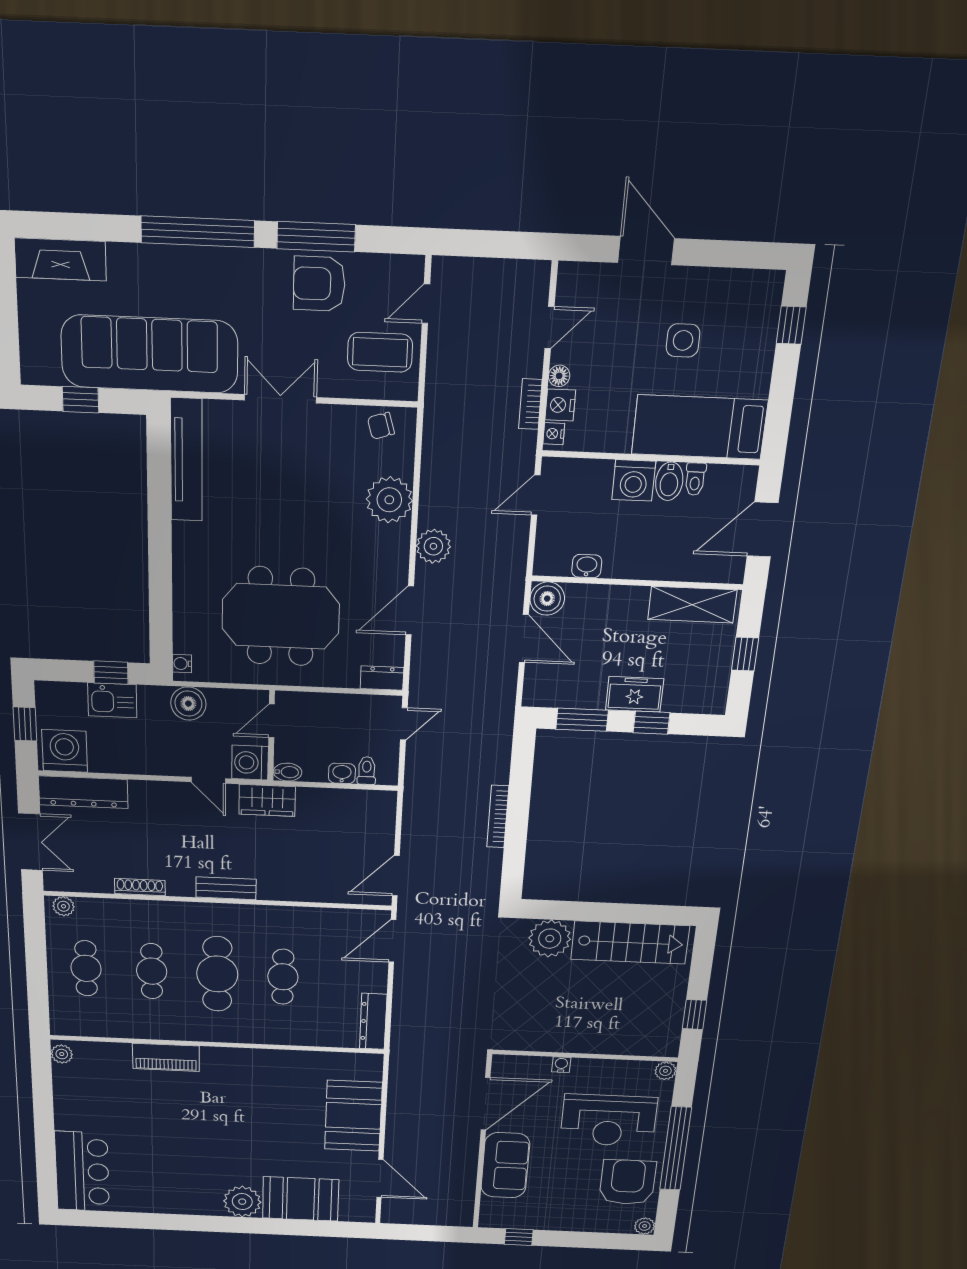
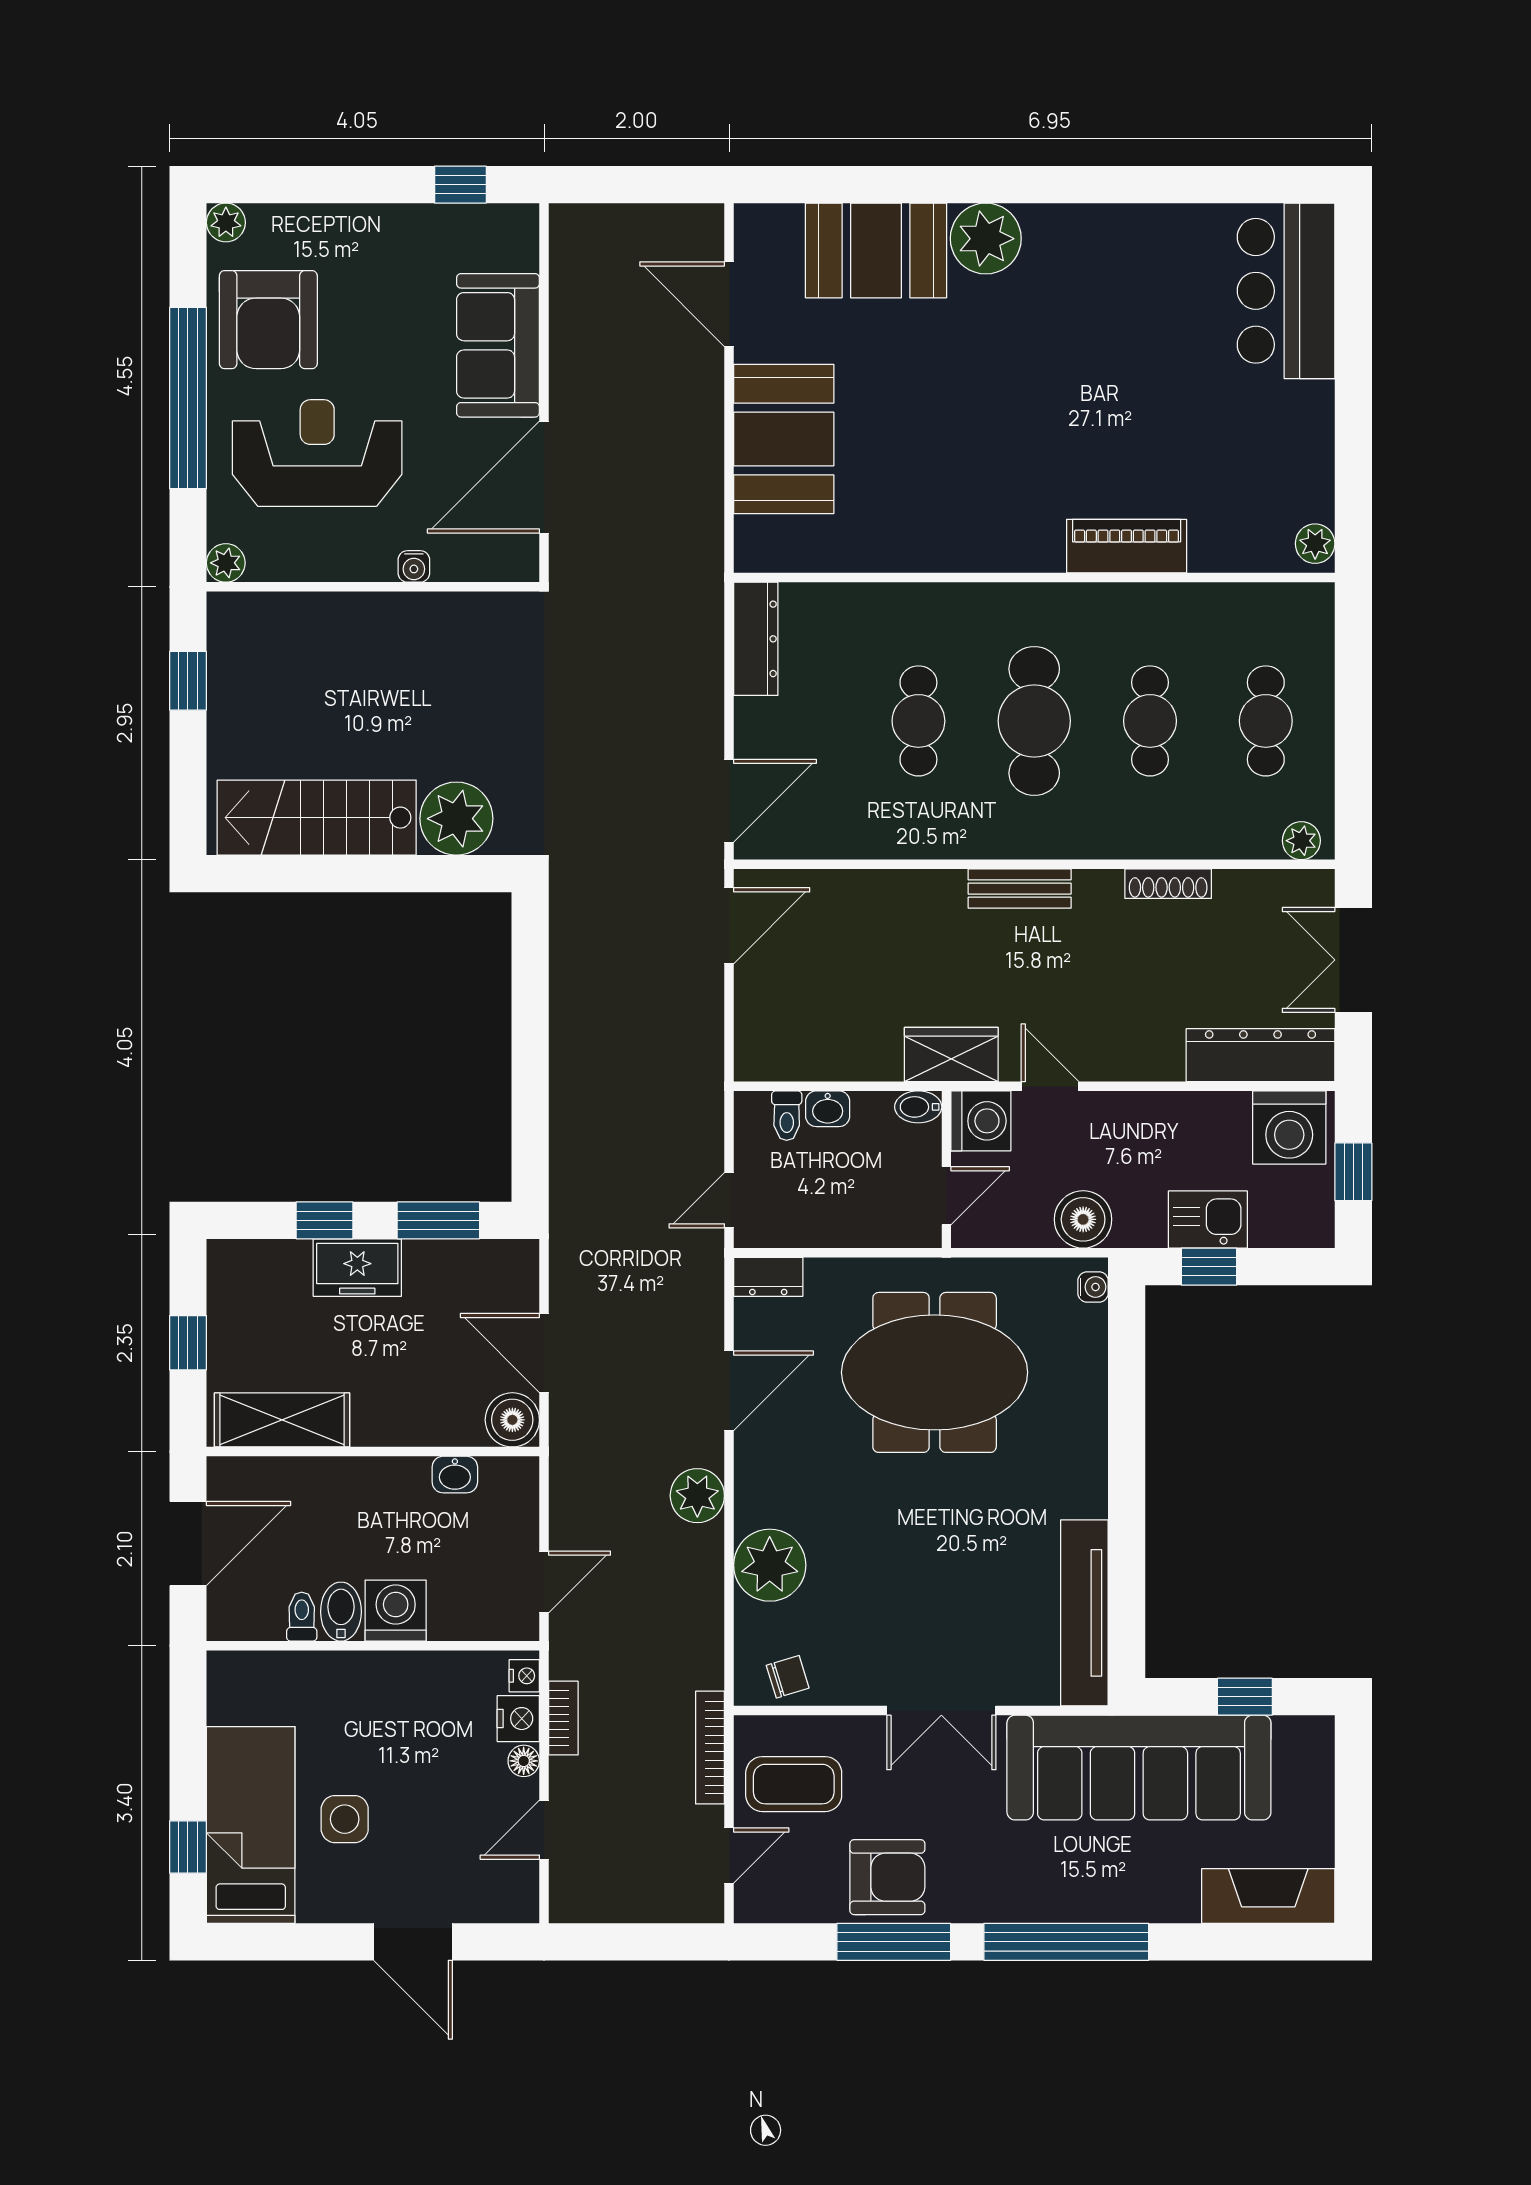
bed: (699, 427) -> (251, 1825), moved, turned -90
bookcase: (498, 816) -> (710, 1748), moved, turned 180

